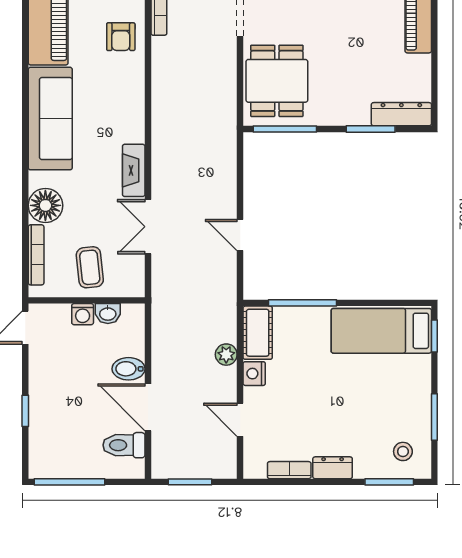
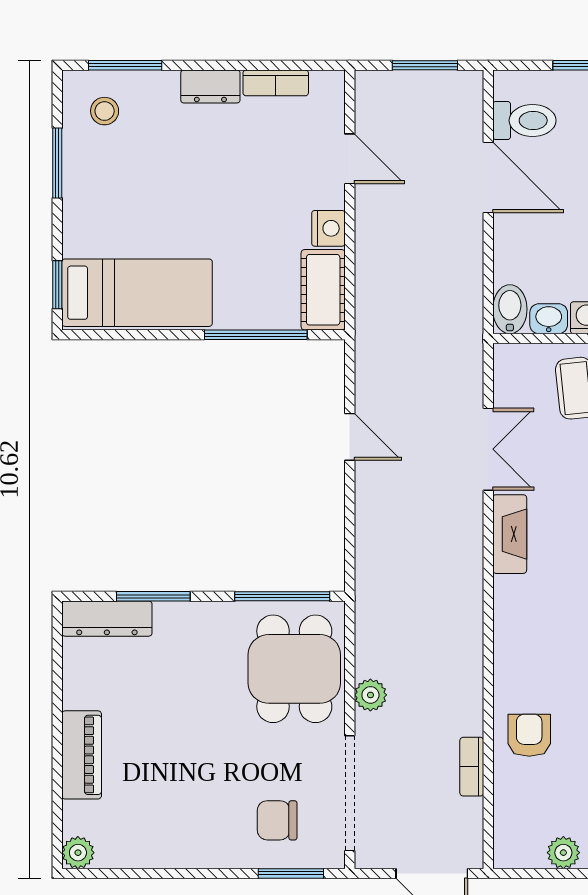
plant: (226, 355) -> (370, 695), moved
bidet: (129, 369) -> (510, 309), moved, turned -90

